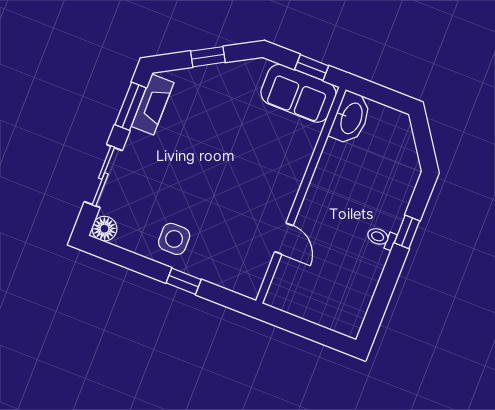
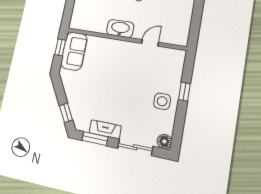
window: (208, 57) -> (66, 113), moved
fireplace: (153, 104) -> (105, 129), moved
washbasin: (351, 118) -> (120, 28), moved

